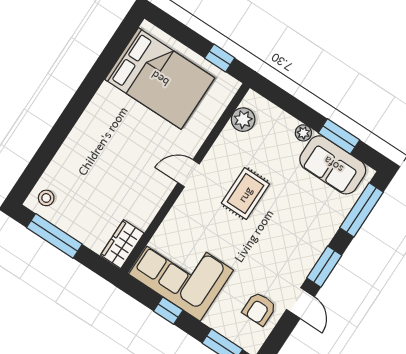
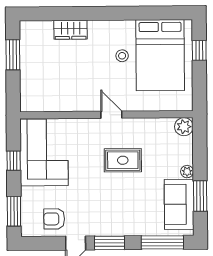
window: (220, 58) -> (199, 50), moved
plant: (243, 120) -> (184, 127), moved
stool: (46, 198) -> (122, 56), moved
window: (54, 236) -> (13, 55), width x0.69
wardrobe: (122, 244) -> (71, 30), moved, turned 180

